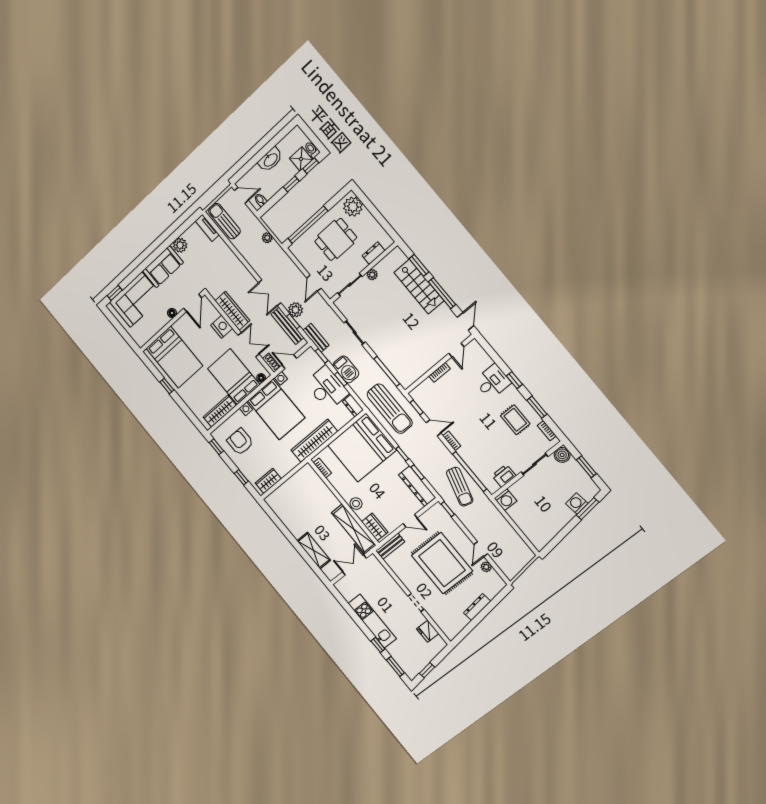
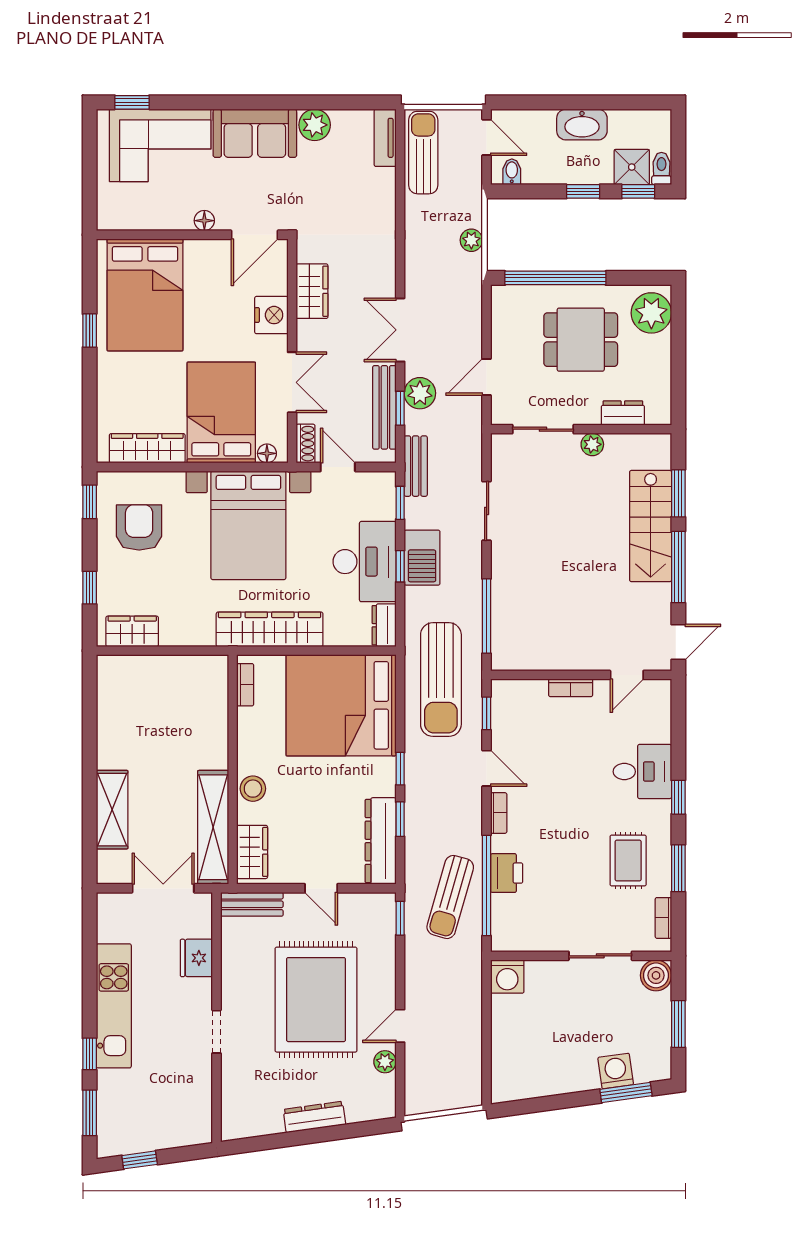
wardrobe: (232, 311) -> (312, 291), width x0.67
printer: (504, 476) -> (507, 873), moved, turned 90
fridge: (428, 631) -> (196, 958), moved

